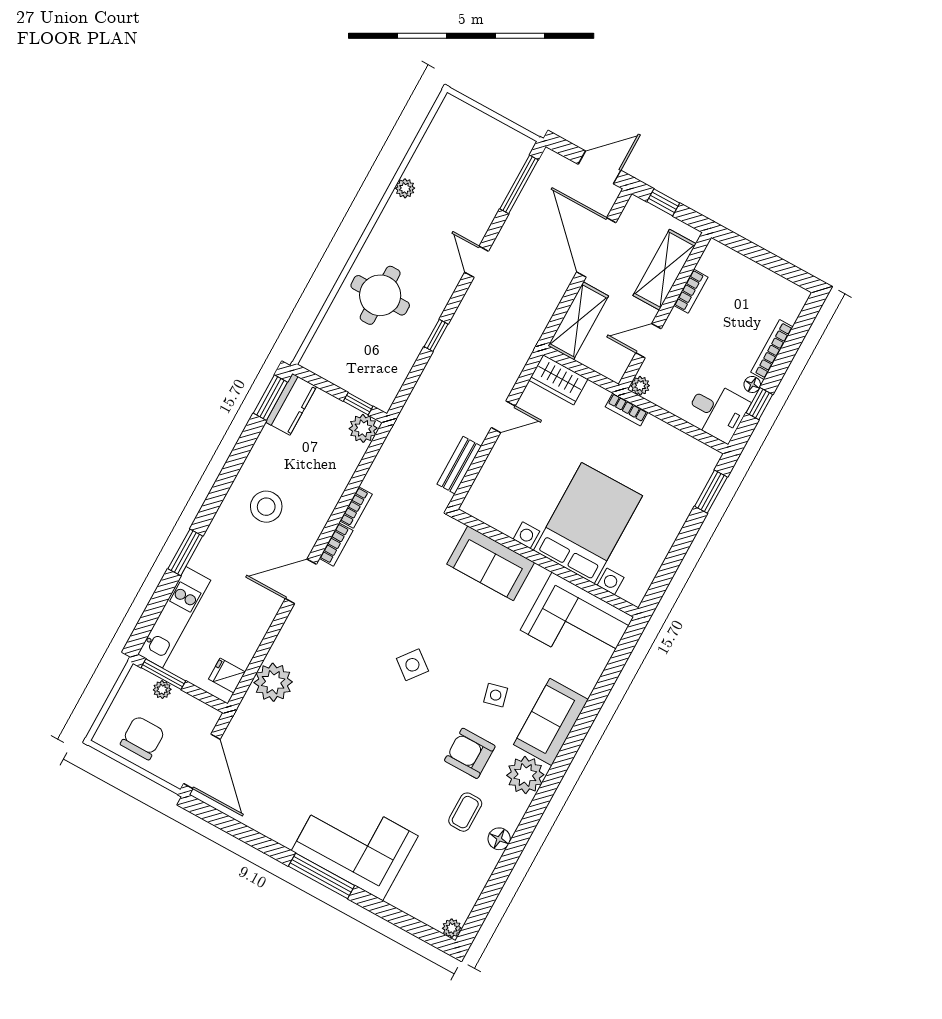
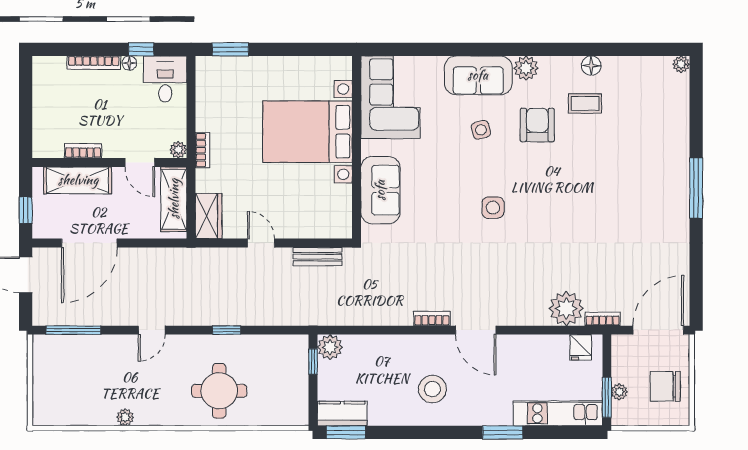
shelving: (578, 321) -> (174, 199), moved, turned 90
bookcase: (356, 507) -> (603, 319), moved
side table: (412, 665) -> (493, 208), turned -38
armchair: (470, 753) -> (537, 125), turned 180
plant: (525, 775) -> (526, 68), width x0.73, depth x0.73
corner sofa: (355, 843) -> (657, 176), removed

